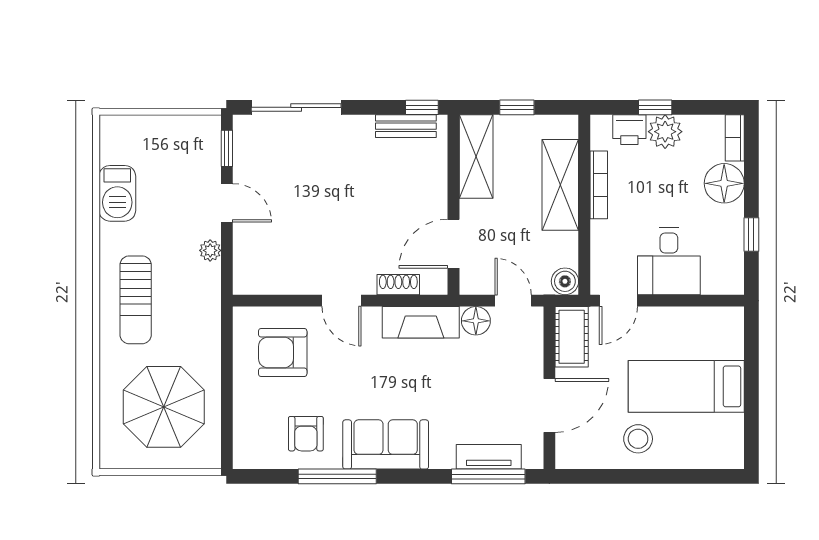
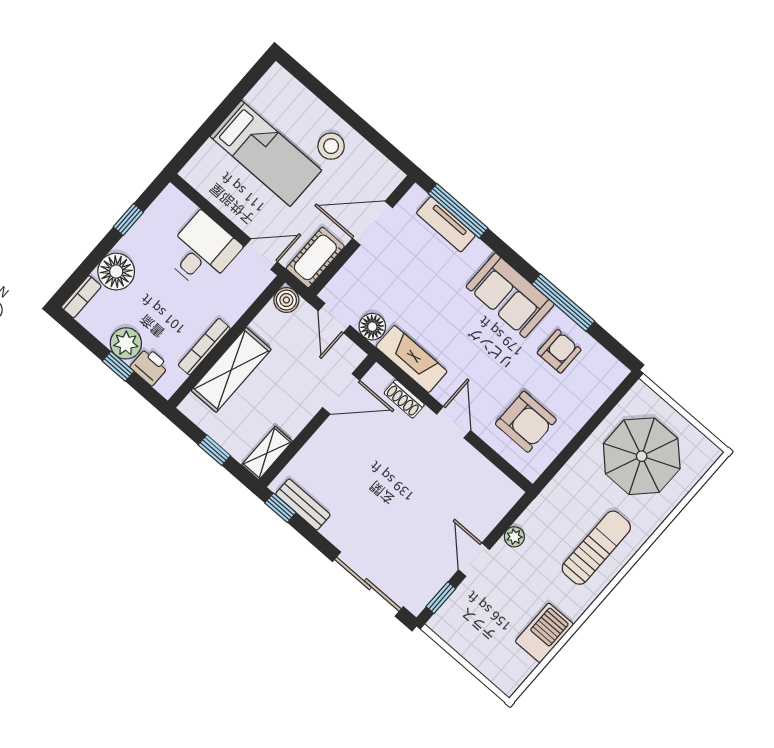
shelving: (476, 156) -> (267, 453), width x0.67, depth x0.75

